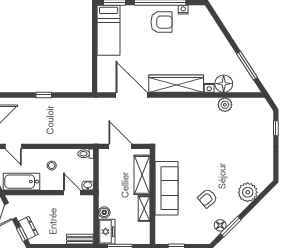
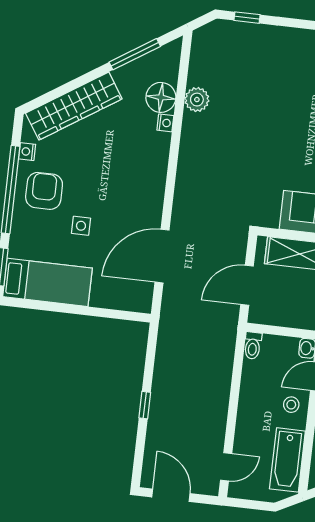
side table: (144, 46) -> (81, 226), added
wardrobe: (176, 84) -> (74, 106), moved, turned -123
stool: (52, 166) -> (291, 405), moved

